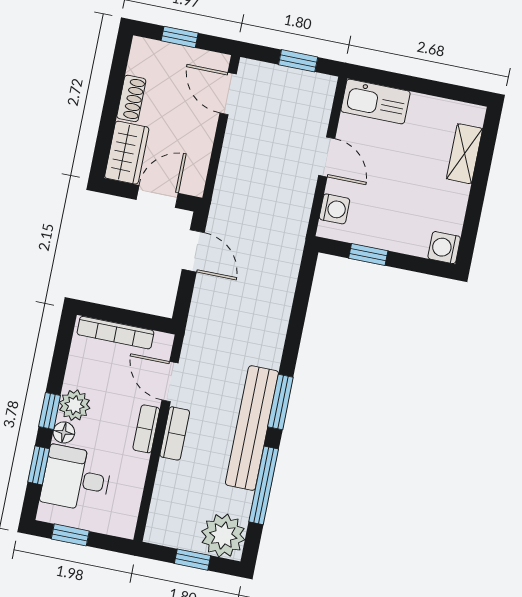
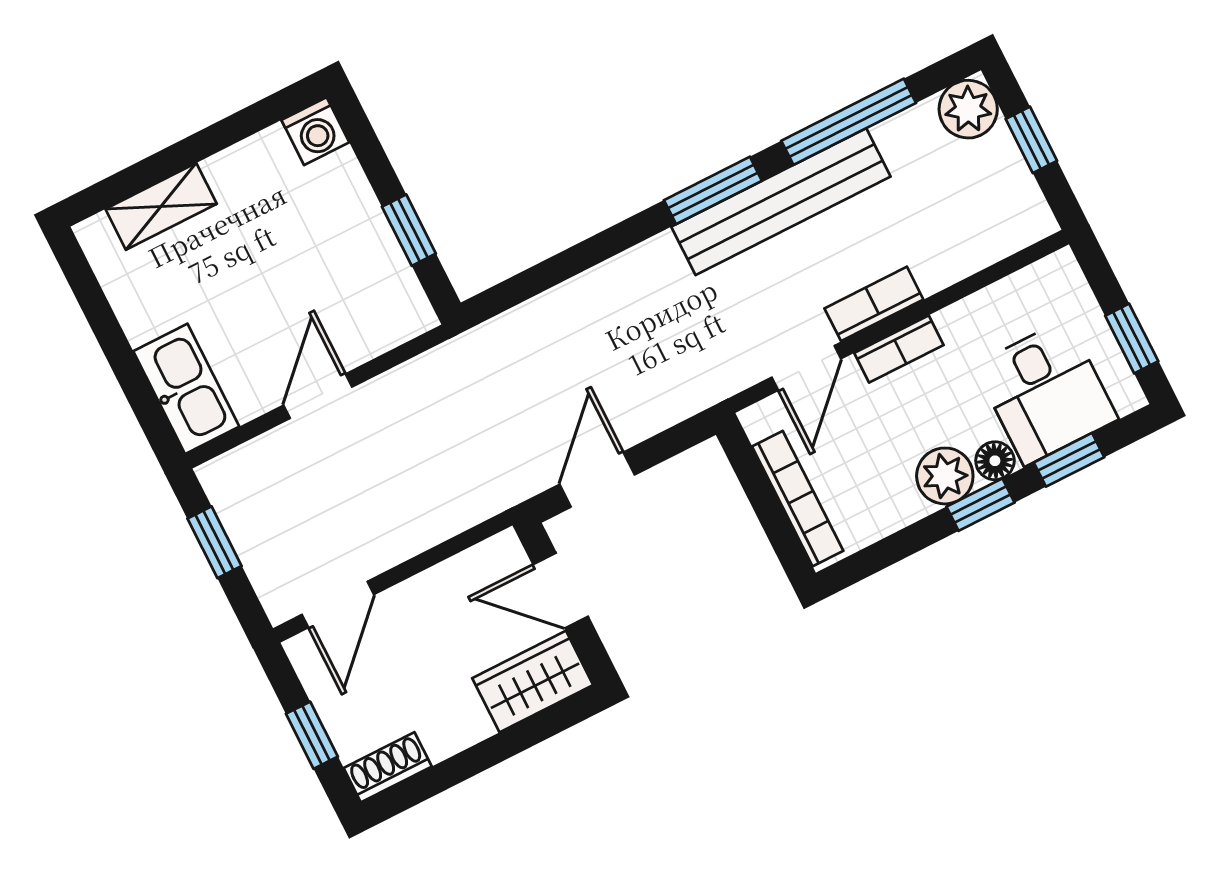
shoe rack: (131, 98) -> (388, 767), moved
washing machine: (334, 209) -> (382, 328), removed
plant: (223, 535) -> (968, 109), width x0.73, depth x0.73

